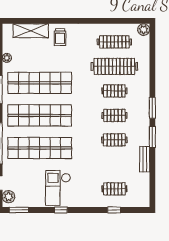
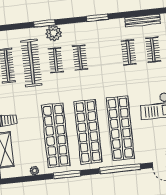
plant: (142, 92) -> (54, 33), added
window: (152, 108) -> (44, 23), moved
clothes rail: (114, 140) -> (129, 52), moved
bench: (145, 159) -> (142, 21), moved, width x1.36

